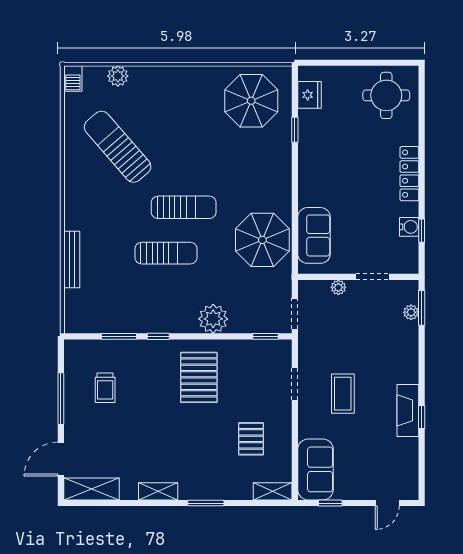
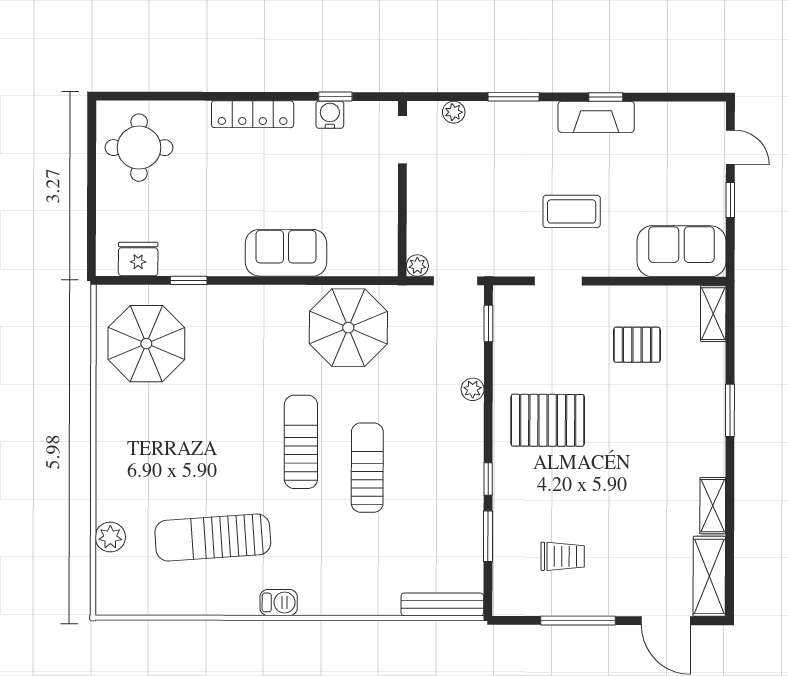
barbecue: (73, 79) -> (279, 603), moved
sun lounger: (118, 147) -> (213, 538), turned 37
sofa: (314, 235) -> (286, 253), moved
bench: (72, 259) -> (442, 604), moved
doorway: (373, 277) -> (402, 140), moved
plant: (338, 287) -> (417, 266), moved
window: (422, 308) -> (514, 97), moved
plant: (213, 319) -> (473, 389), width x0.53, depth x0.53
shelving: (158, 491) -> (713, 506), moved
window: (330, 503) -> (730, 200), moved

